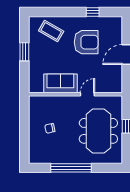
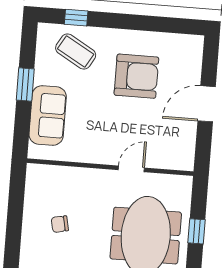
window: (93, 12) -> (76, 18), moved
sofa: (60, 83) -> (48, 115), moved, turned 90

